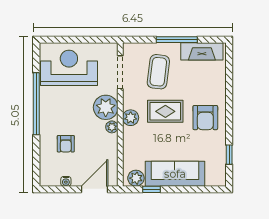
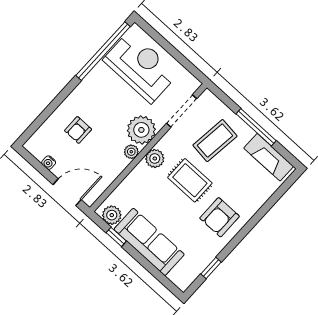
window: (36, 104) -> (103, 51), moved

